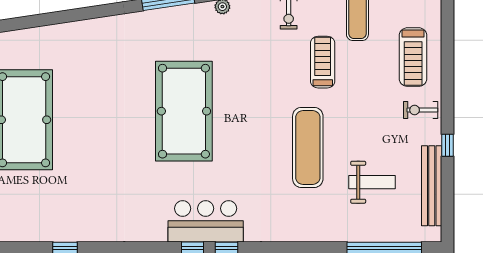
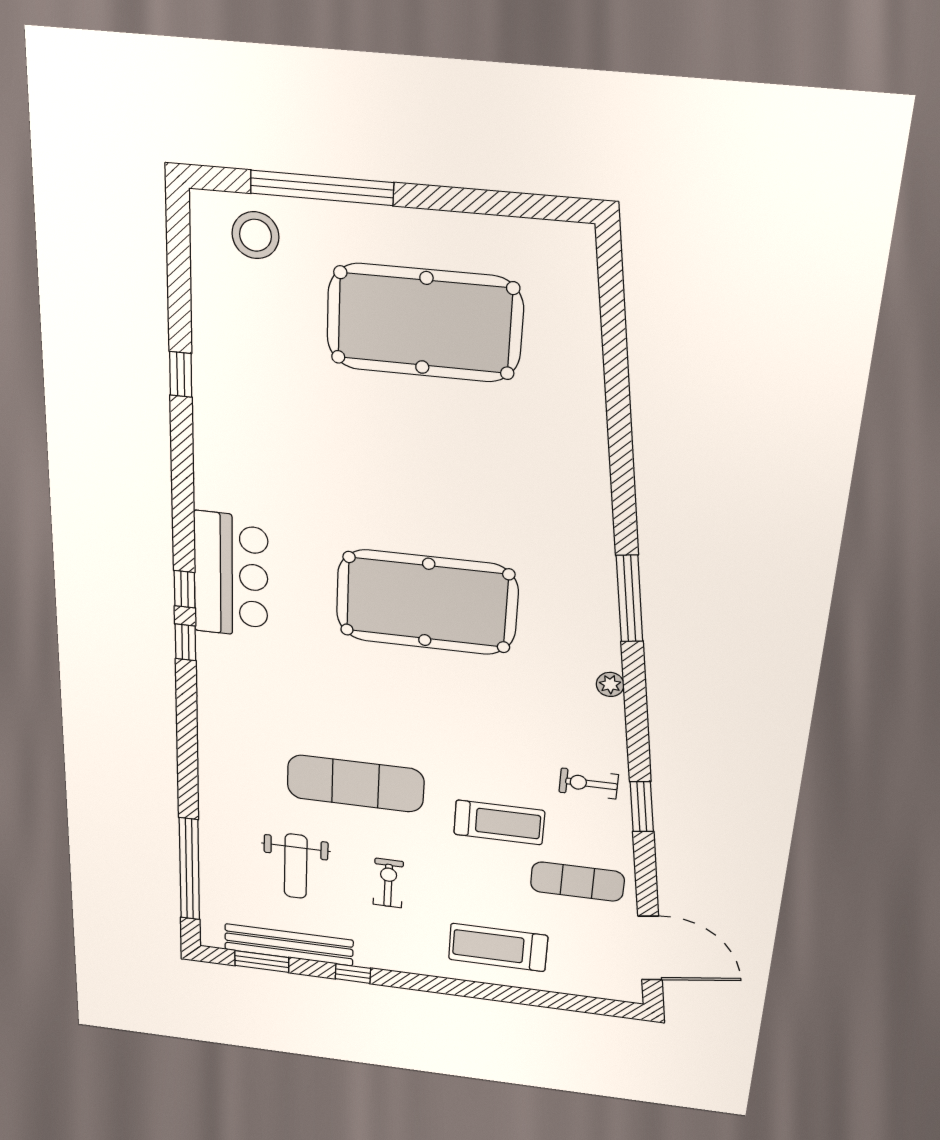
exercise bike: (421, 110) -> (388, 883), moved
window: (447, 203) -> (262, 962), added
bar counter: (206, 221) -> (231, 575), moved

